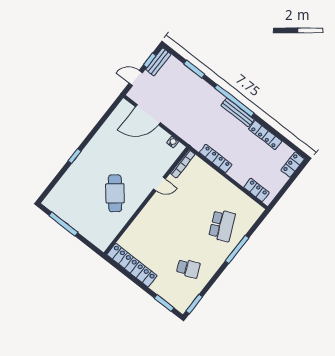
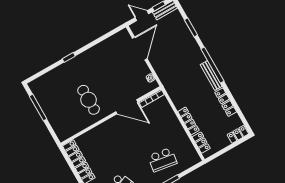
door: (148, 115) -> (140, 48), swing flipped
locker: (216, 158) -> (188, 121), moved
door: (160, 184) -> (127, 107), width x1.87
cafe table: (115, 193) -> (89, 100), turned -51
school desk: (222, 226) -> (162, 160), turned 33

